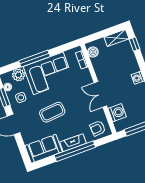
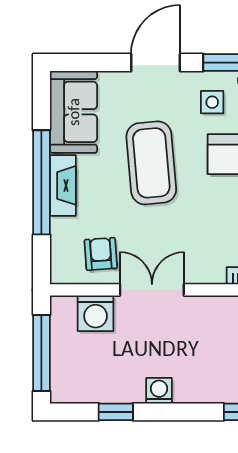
coffee table: (52, 112) -> (151, 163), width x1.36, depth x1.32
armchair: (98, 128) -> (101, 254), moved

